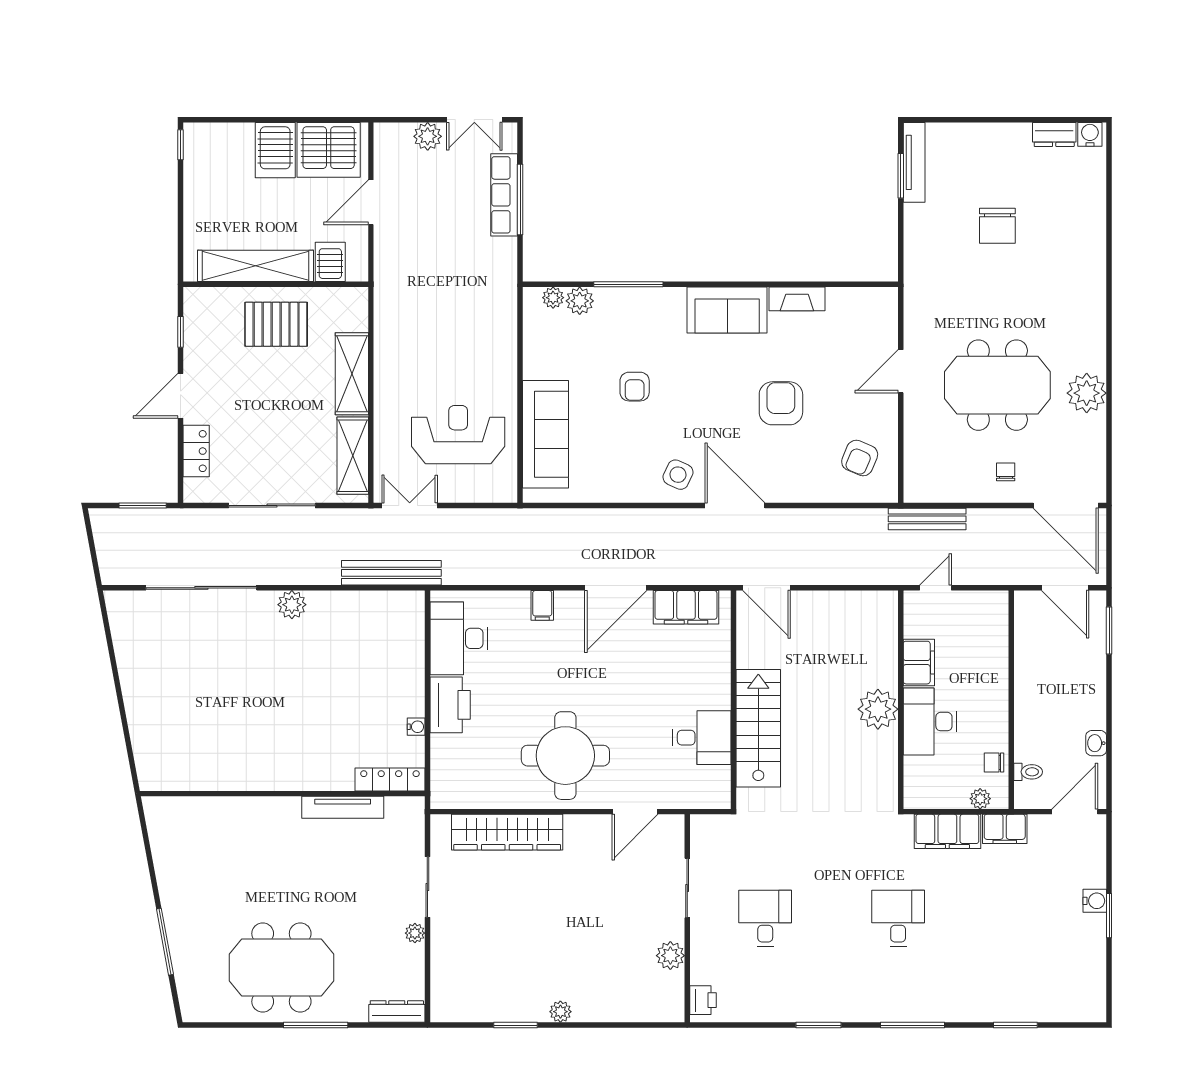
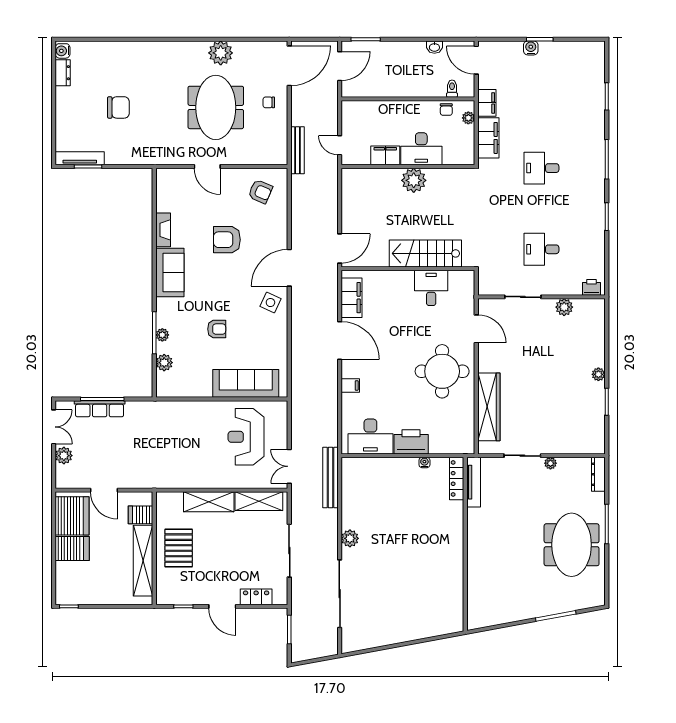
plant: (553, 298) -> (162, 335), moved
tv unit: (343, 807) -> (474, 482), moved

